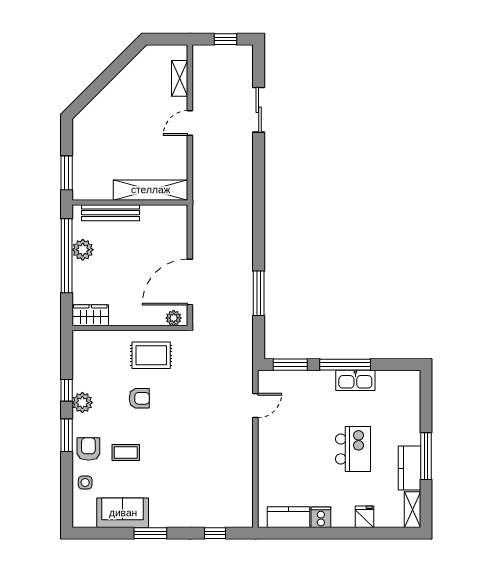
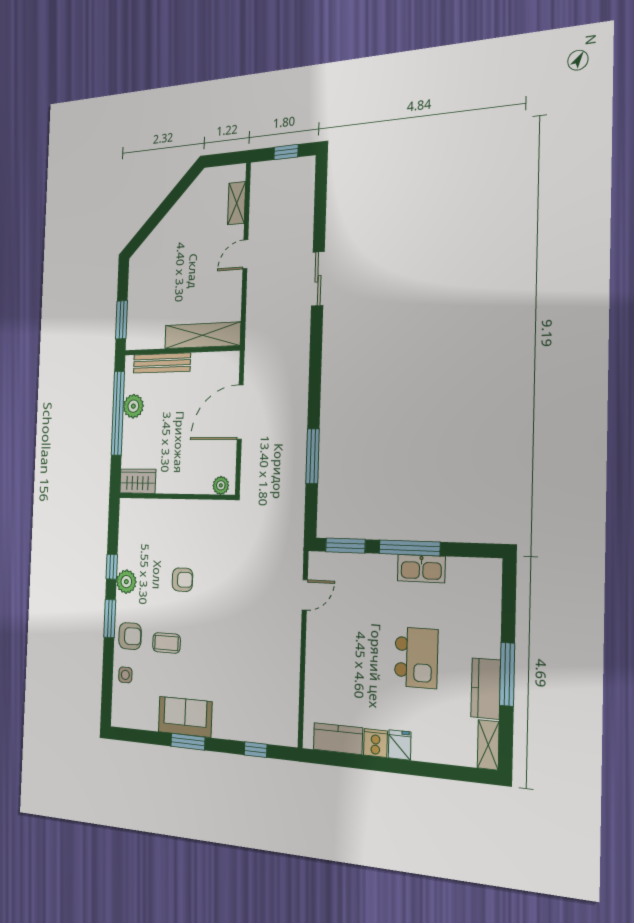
sliding door: (259, 110) -> (318, 279), moved
door: (190, 282) -> (240, 412), moved
rug: (151, 355) -> (196, 529), removed
armchair: (88, 449) -> (130, 636), turned 90
sofa: (123, 513) -> (185, 717), moved
fridge: (365, 517) -> (400, 745), moved

